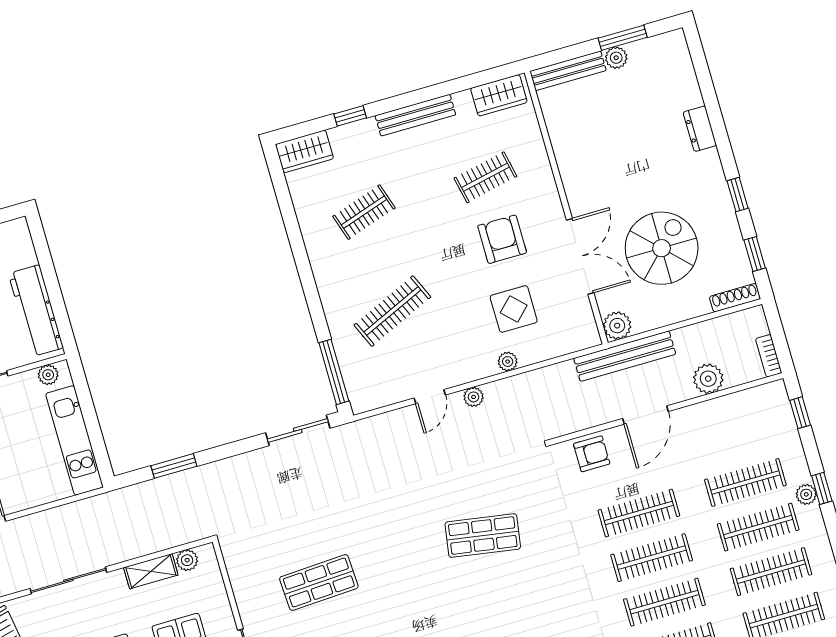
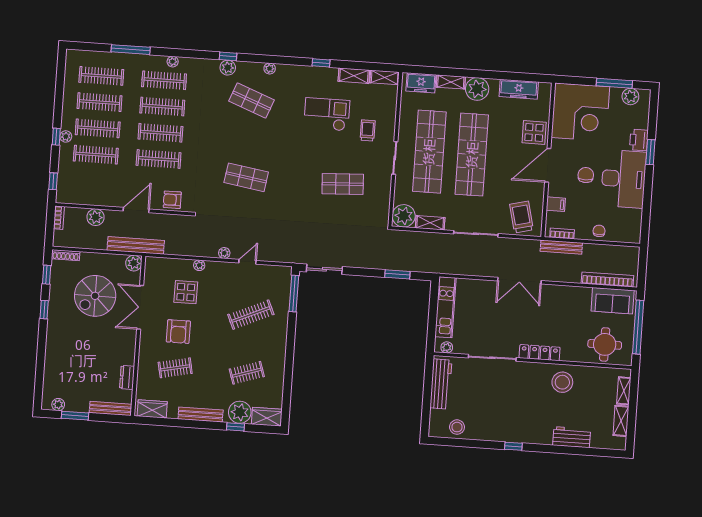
plant: (616, 58) -> (58, 405), moved
dresser: (700, 129) -> (127, 377), moved, turned 180
plant: (352, 143) -> (240, 412), added
plant: (187, 560) -> (404, 216), width x1.88, depth x1.88

